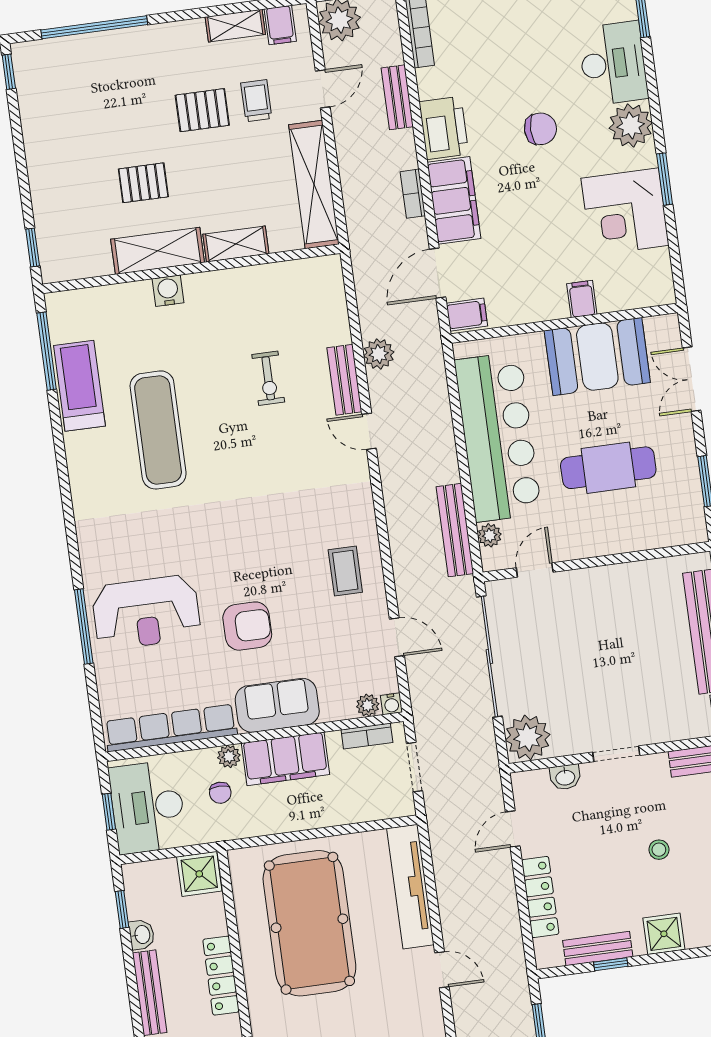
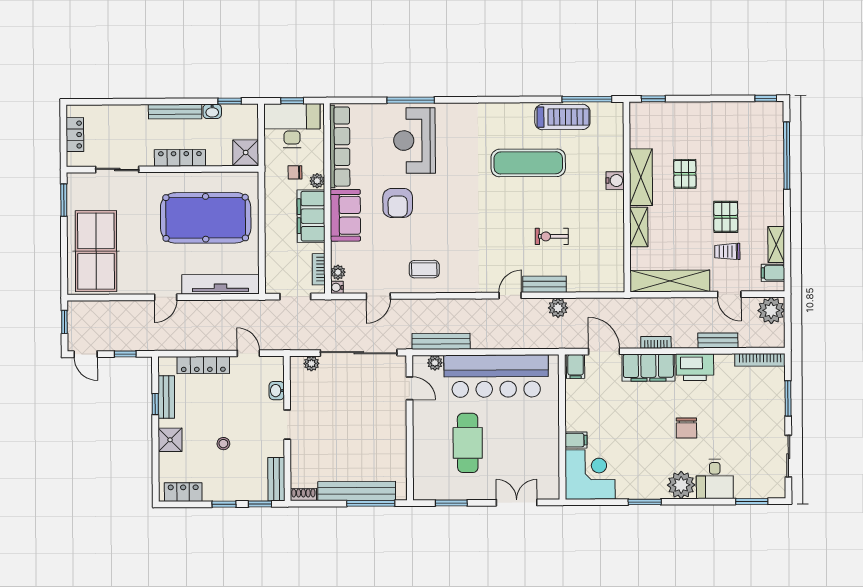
desk: (613, 63) -> (715, 479), width x0.73
trolley: (256, 101) -> (727, 252), turned 180
corner desk: (625, 212) -> (590, 475), moved, turned 90
booth: (597, 357) -> (539, 445), removed
plant: (528, 737) -> (311, 363), width x0.53, depth x0.53

